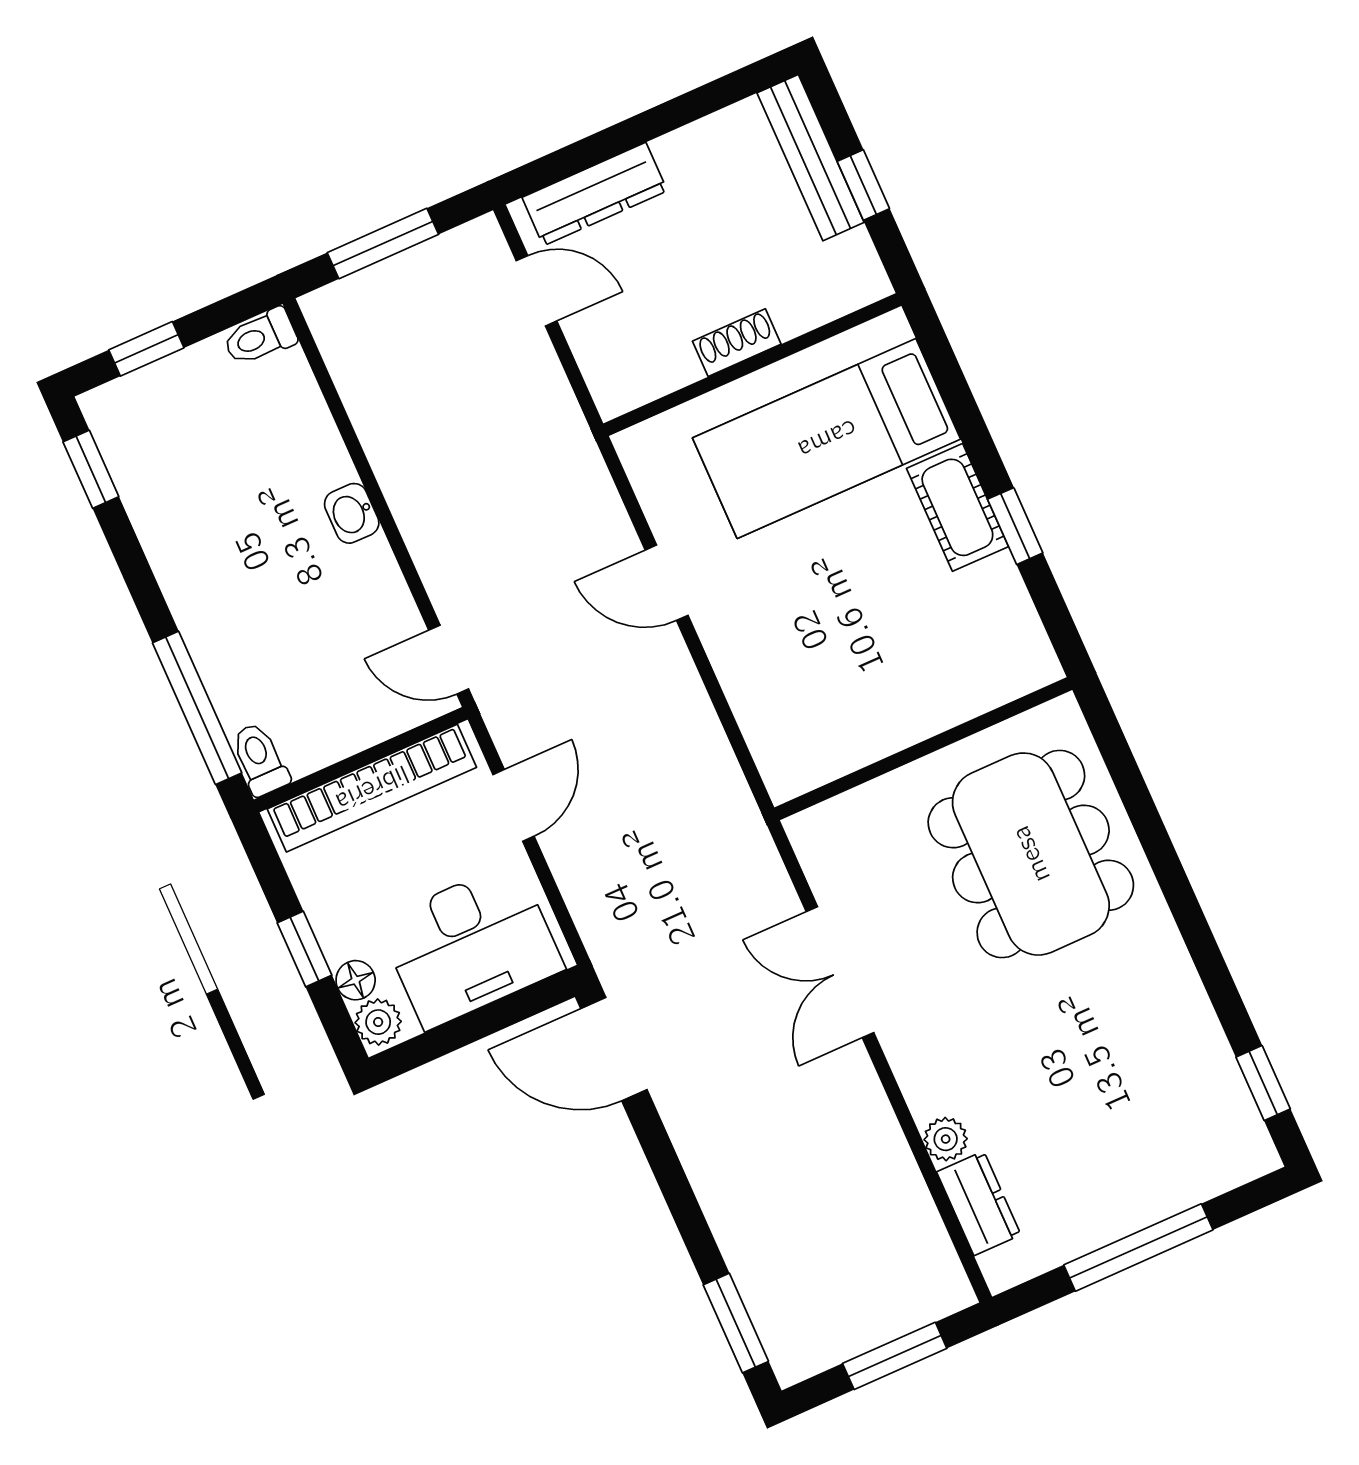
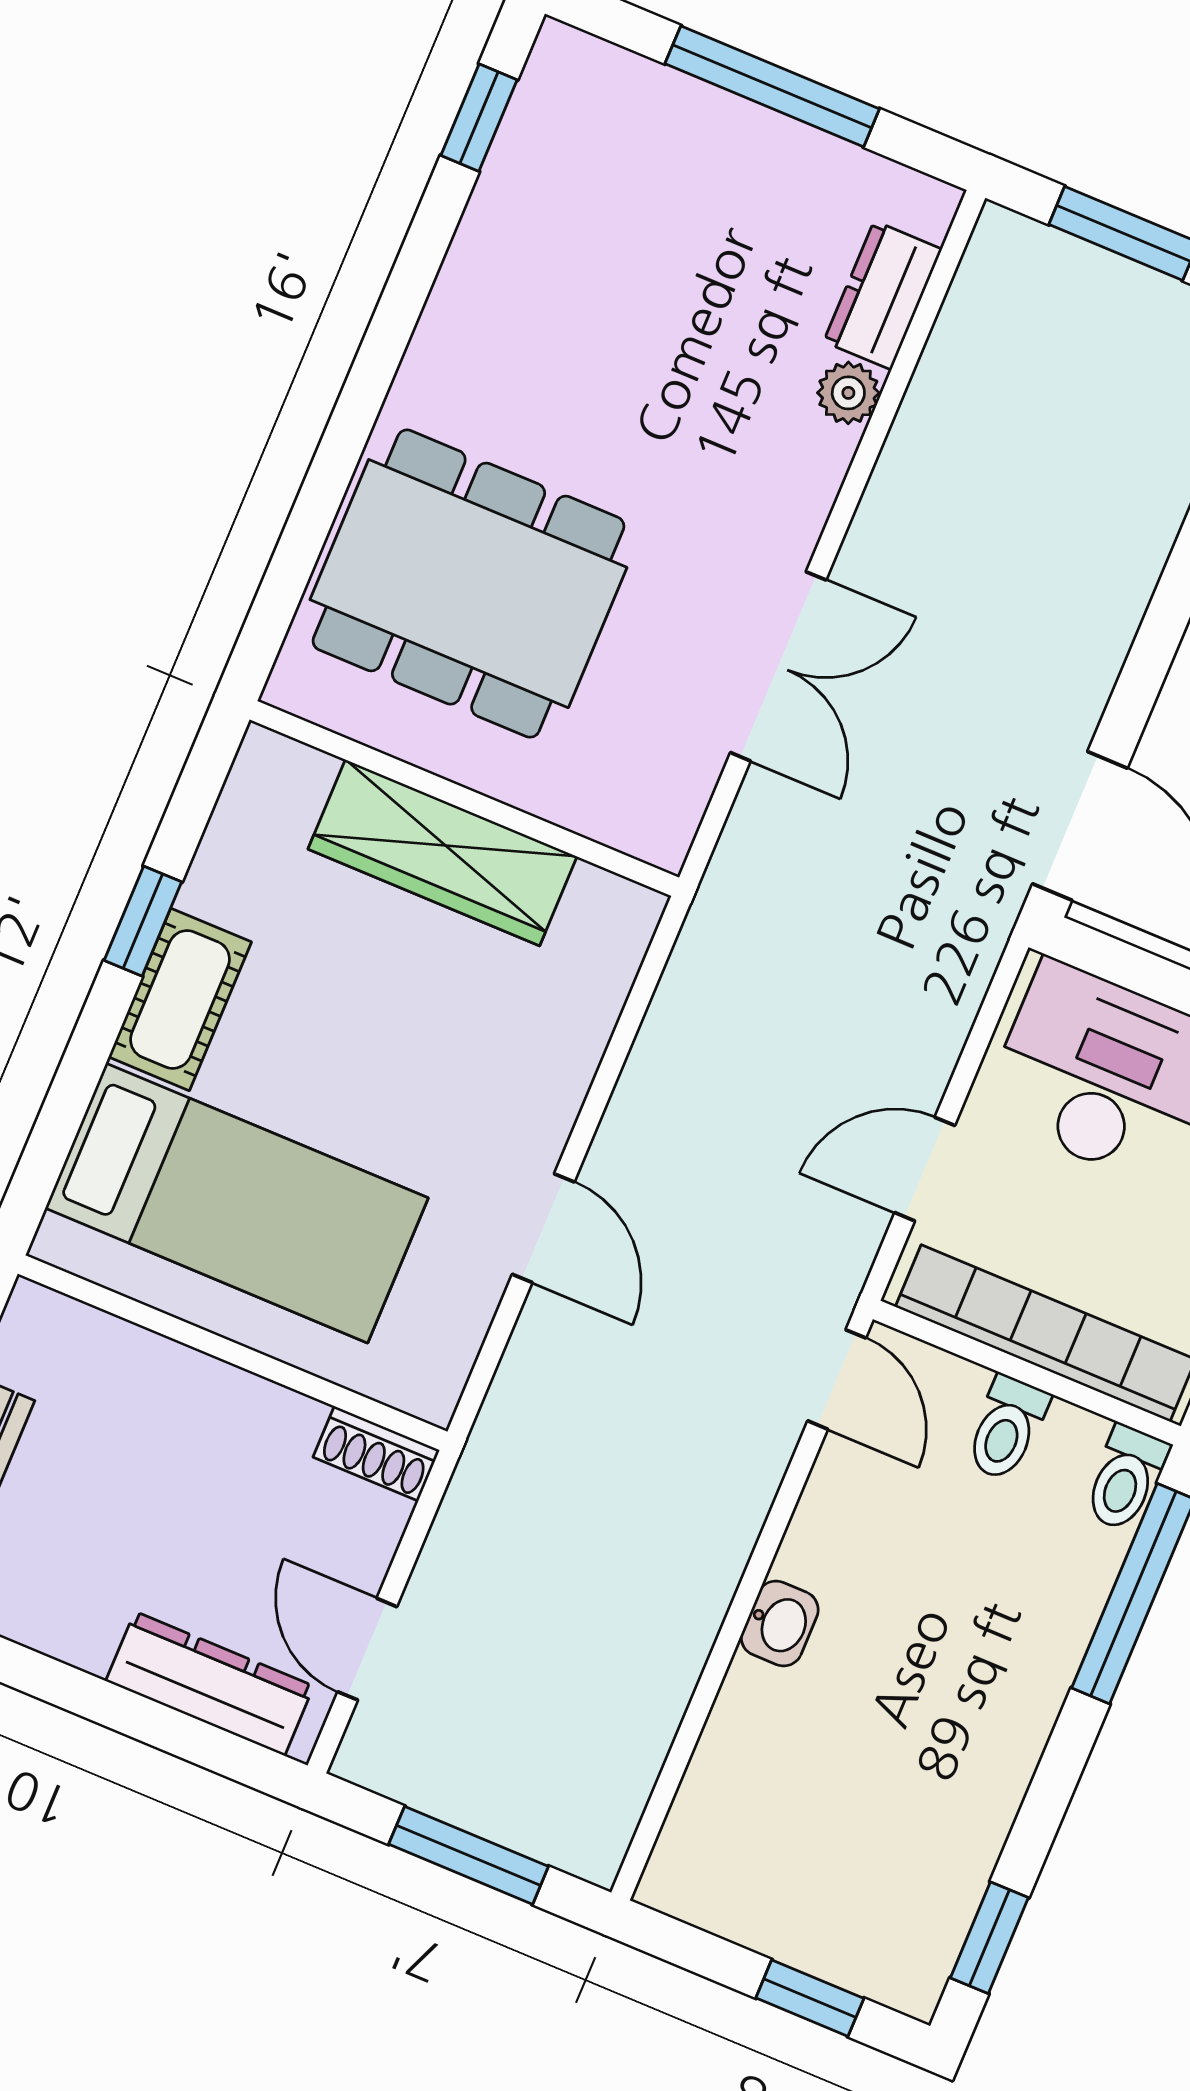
toilet: (260, 337) -> (1007, 1428), moved, turned 90
shoe rack: (737, 343) -> (376, 1454), moved
wardrobe: (906, 712) -> (442, 853), added
dining table: (1031, 854) -> (468, 584), turned 90

